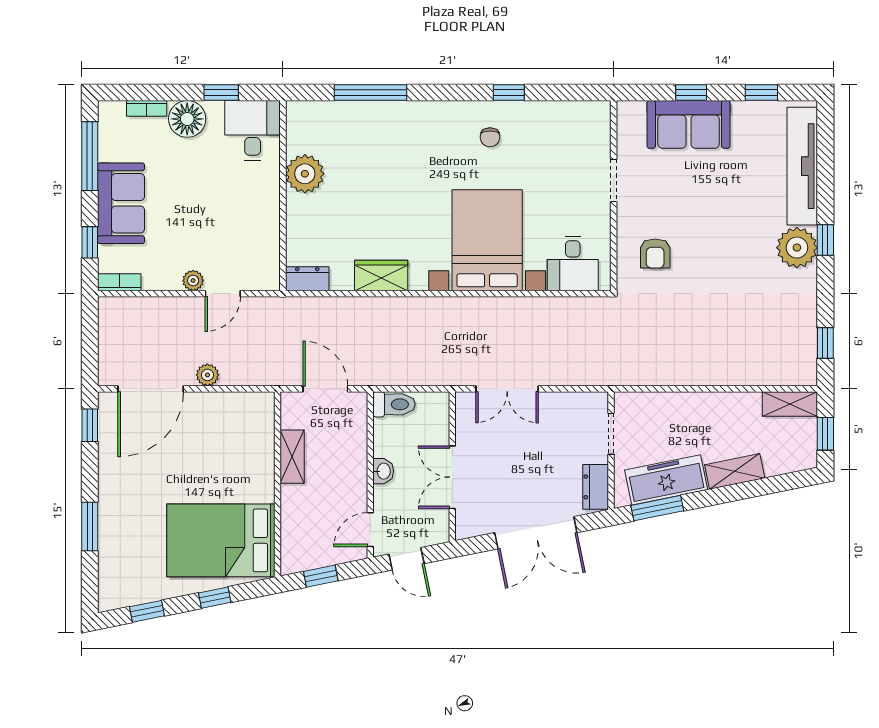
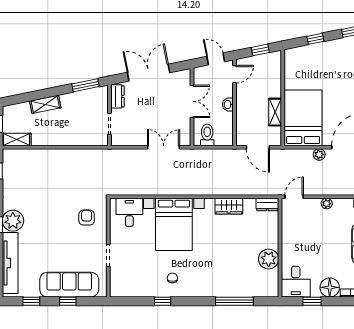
sofa: (689, 124) -> (69, 285), width x1.36
door: (223, 294) -> (294, 197), moved
toilet: (394, 404) -> (207, 135), moved, turned 90
freezer: (666, 480) -> (81, 100), removed
bed: (221, 540) -> (303, 118), moved, turned -90

